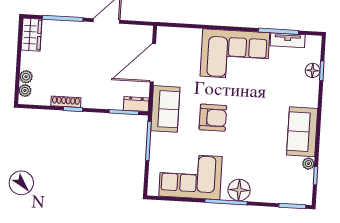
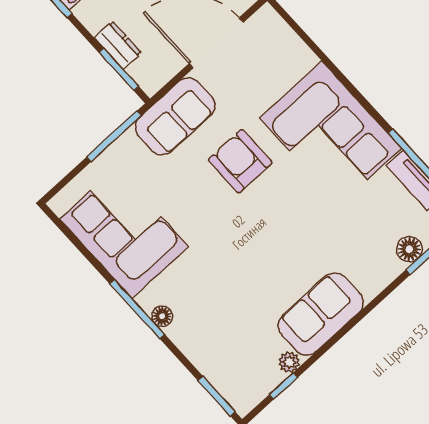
dresser: (136, 104) -> (118, 45), moved
armchair: (213, 118) -> (240, 161), moved, turned 180
floor lamp: (239, 190) -> (162, 316), width x0.53, depth x0.53

